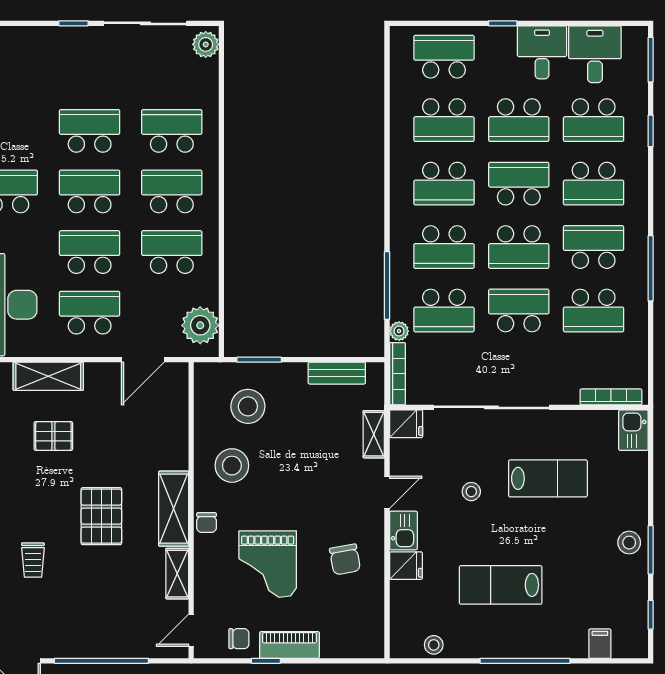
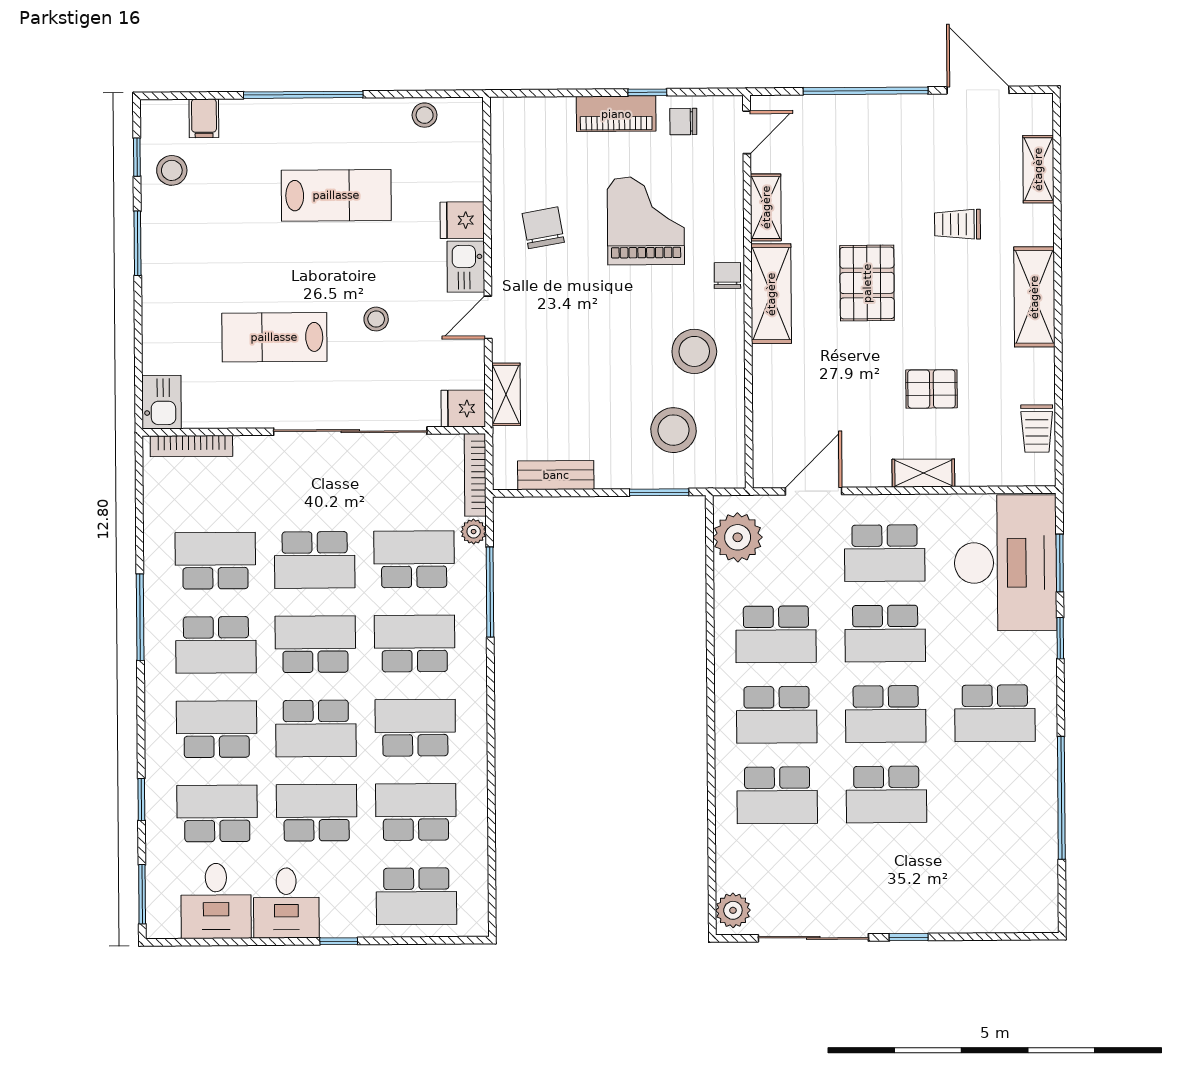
shelving: (48, 376) -> (923, 473), width x0.67, depth x0.75
stool: (629, 543) -> (172, 170), moved
trolley: (33, 560) -> (958, 224), turned -90

